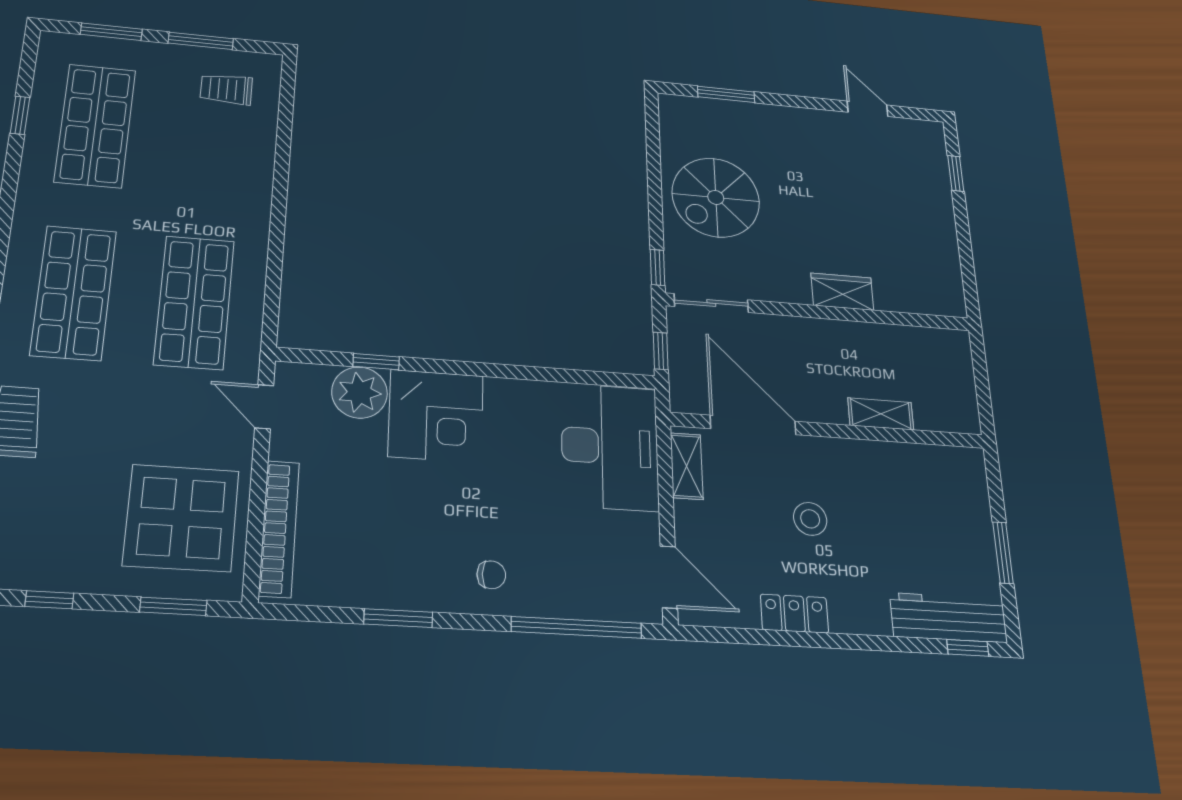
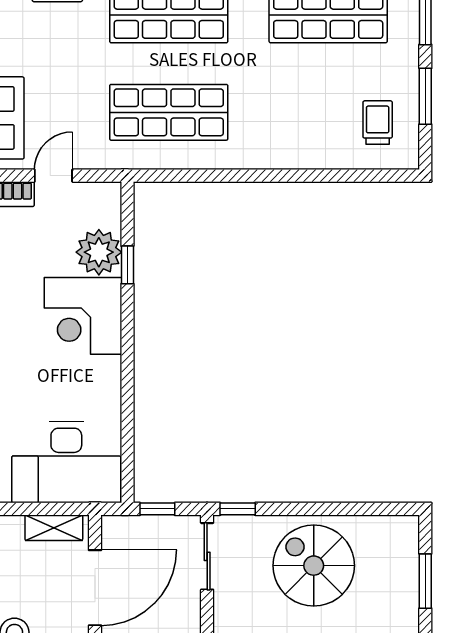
door: (264, 407) -> (53, 176), moved

